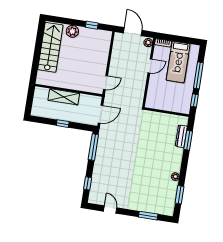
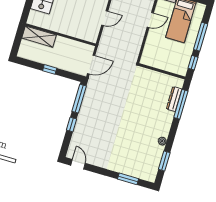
door: (105, 83) -> (105, 18), moved
shelving: (64, 97) -> (39, 37), moved
window: (188, 140) -> (181, 104), width x1.44
window: (88, 183) -> (72, 124), moved
door: (110, 209) -> (78, 164), moved

